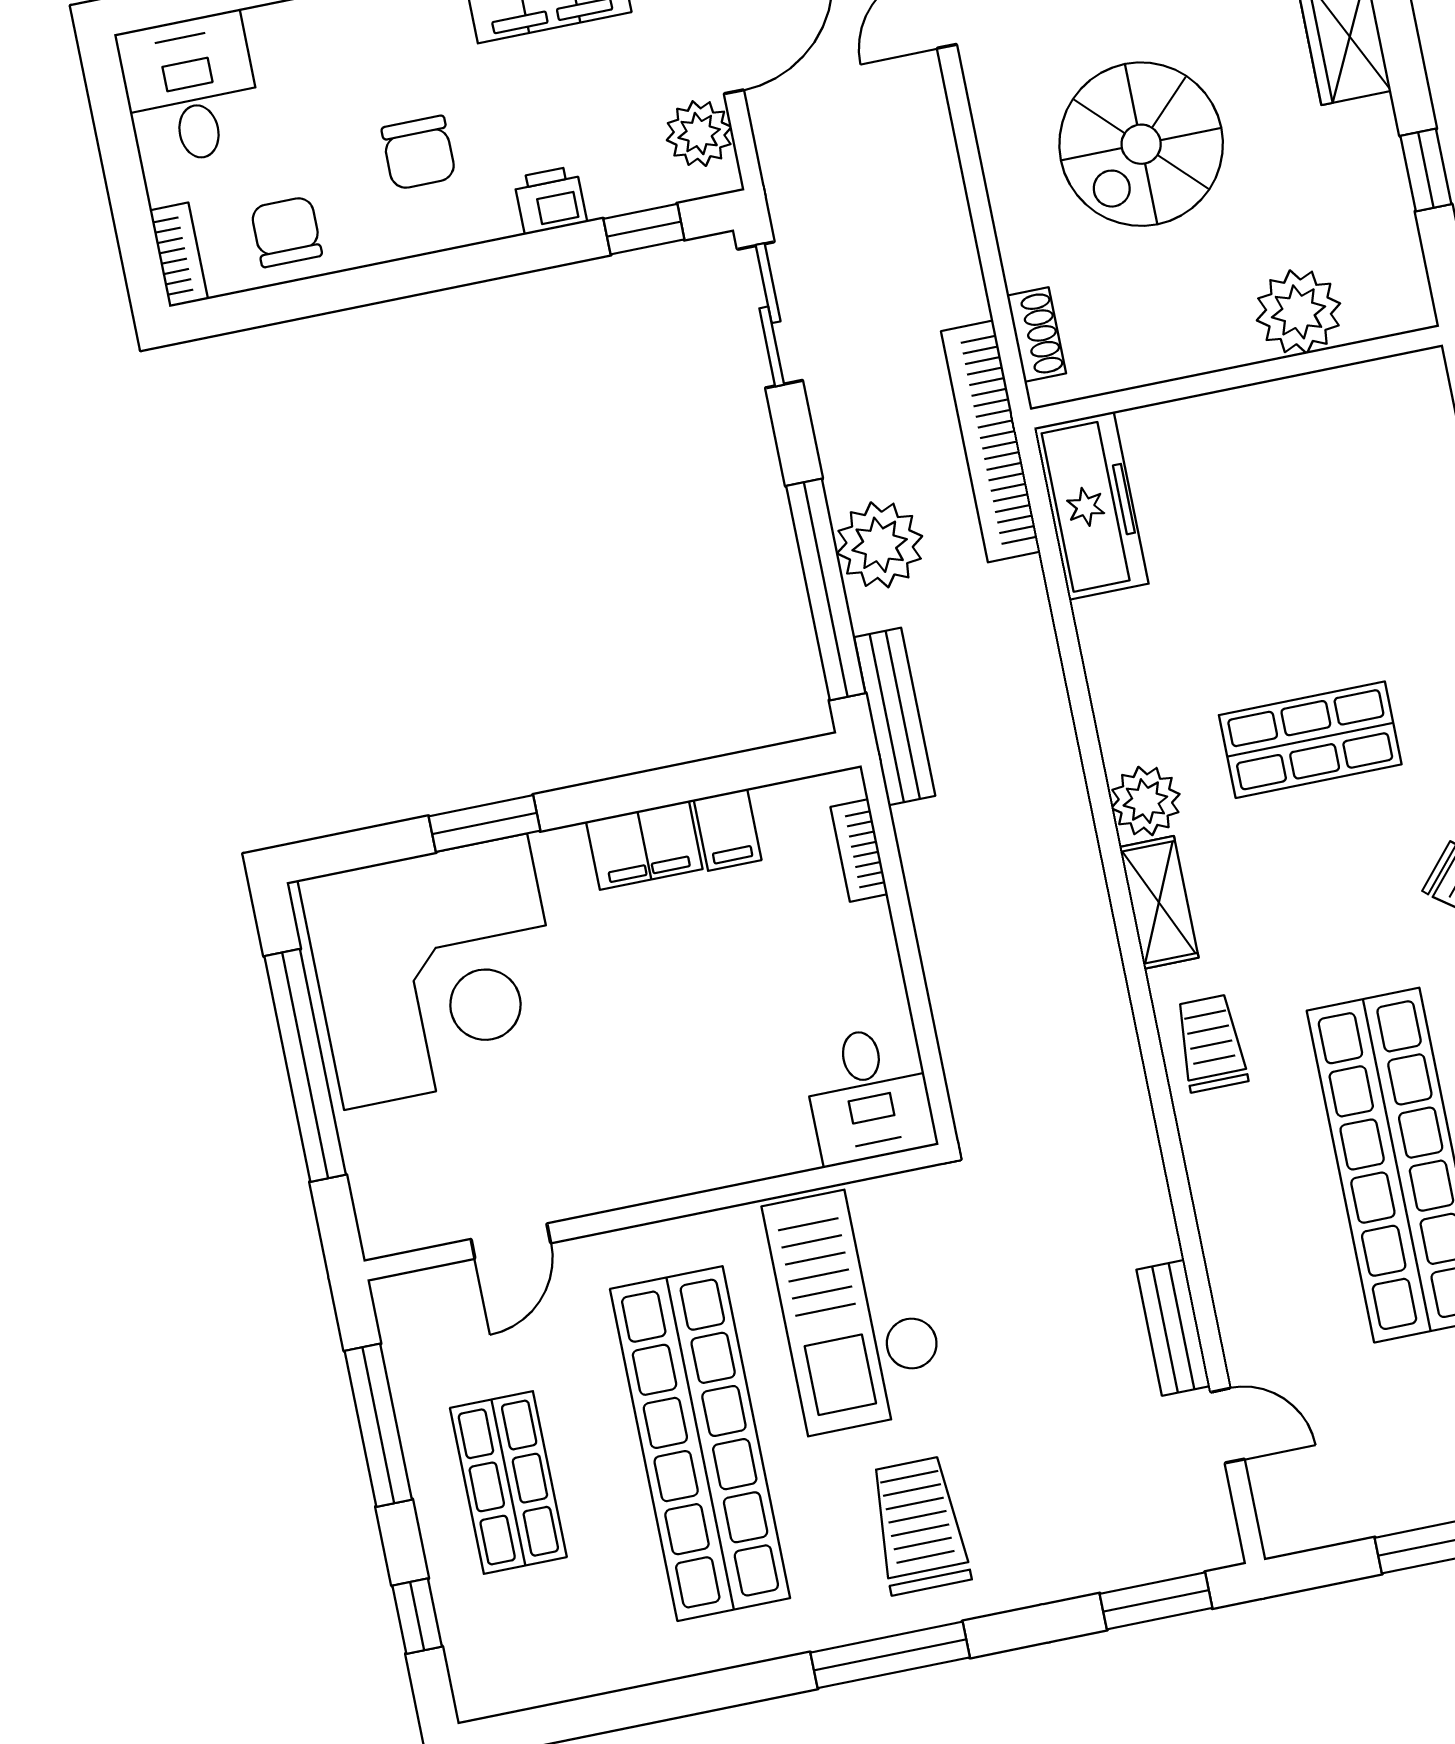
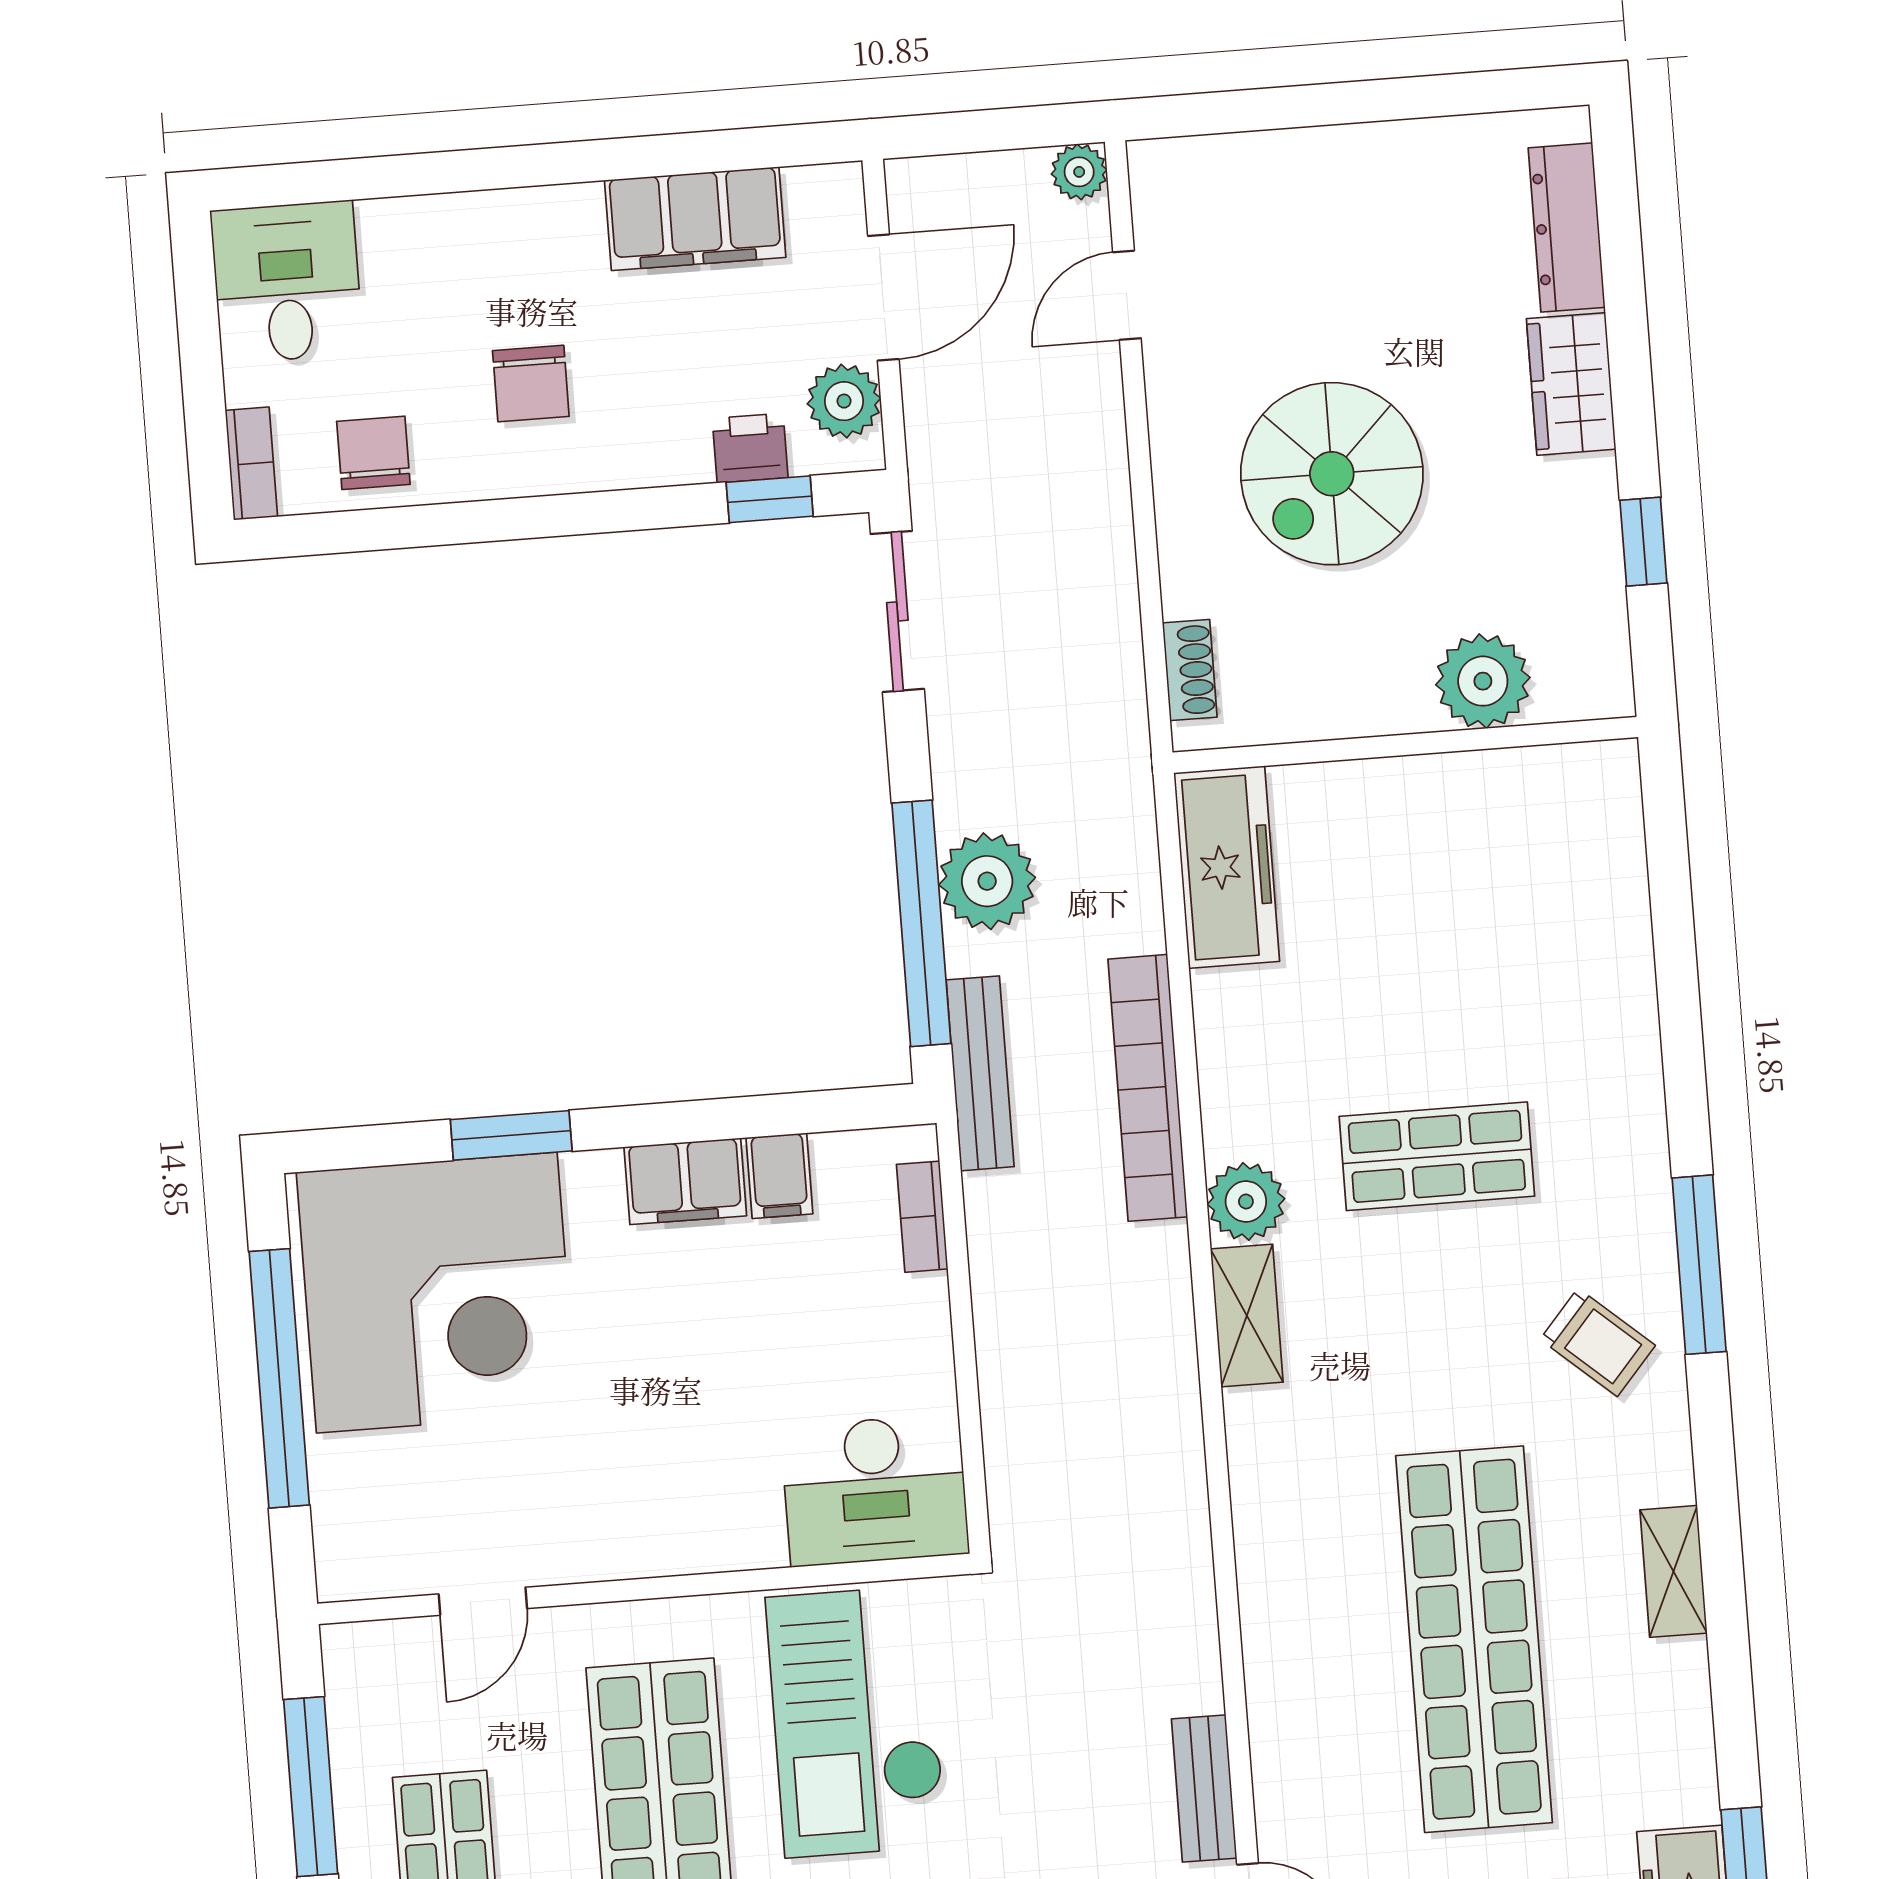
printer: (550, 200) -> (750, 448), moved
bookcase: (991, 441) -> (1148, 1088), moved
trolley: (1211, 1043) -> (1285, 1479), removed
desk: (869, 1095) -> (875, 1490), width x1.37

